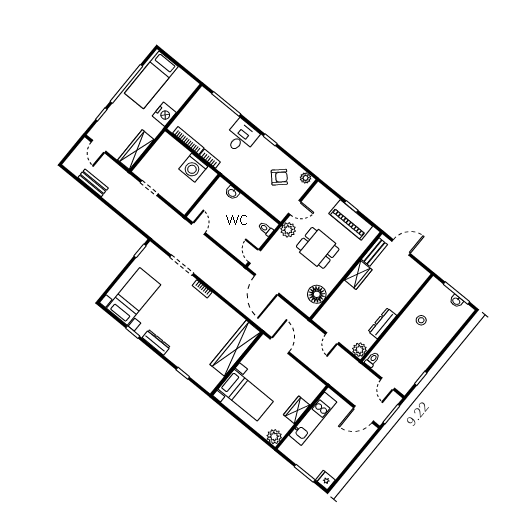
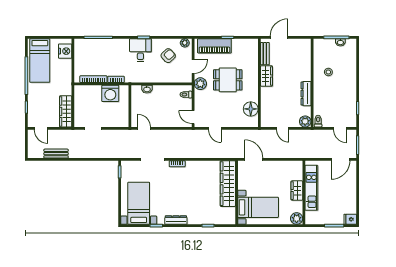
nightstand: (164, 114) -> (65, 51), moved
desk: (241, 137) -> (140, 50), moved
piano: (351, 220) -> (214, 46), moved
door: (267, 285) -> (215, 128), width x0.53

